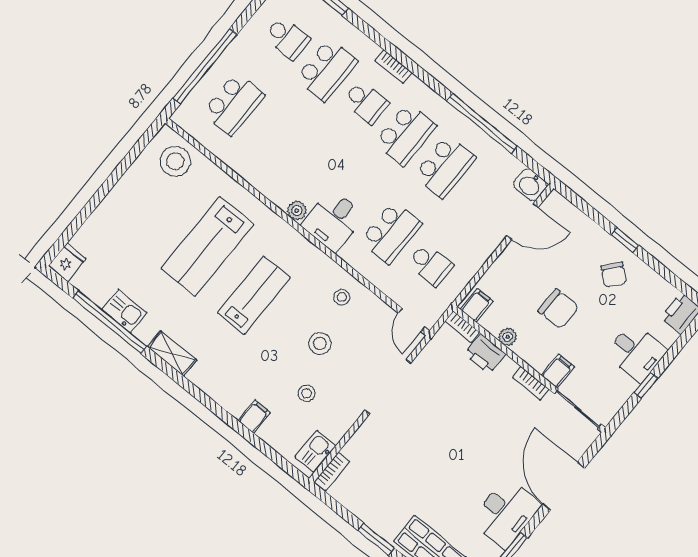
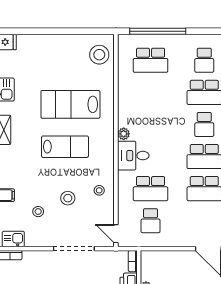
filing cabinet: (477, 305) -> (149, 260), removed
door: (411, 320) -> (116, 234), hinge flipped

